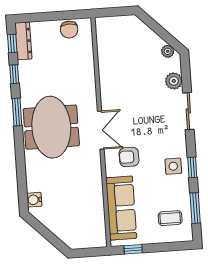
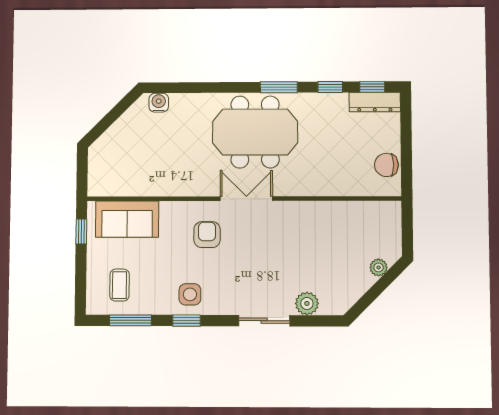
plant: (168, 51) -> (379, 267), moved
double door: (101, 130) -> (246, 199), swing flipped
sofa: (121, 208) -> (127, 219), width x0.73

